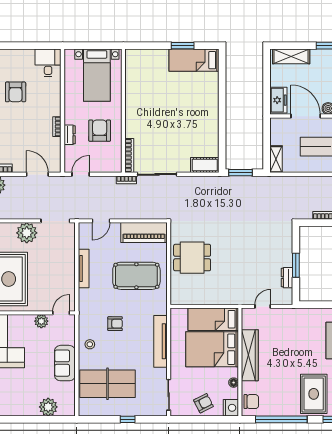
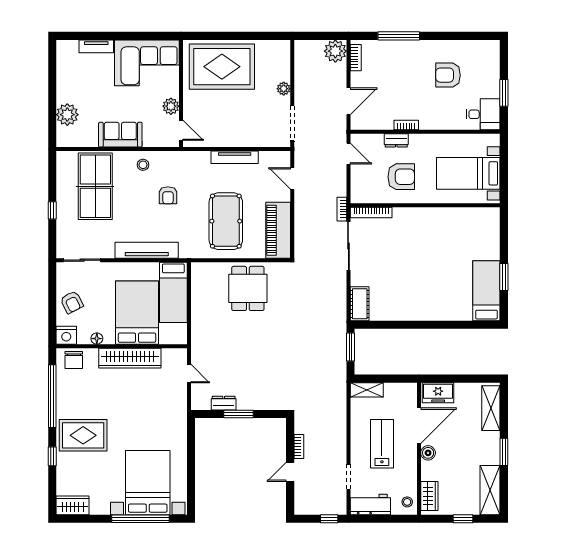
window: (30, 46) -> (504, 93), added
plant: (27, 233) -> (284, 89), width x0.53, depth x0.53
bed: (213, 319) -> (173, 292), moved, turned 180

